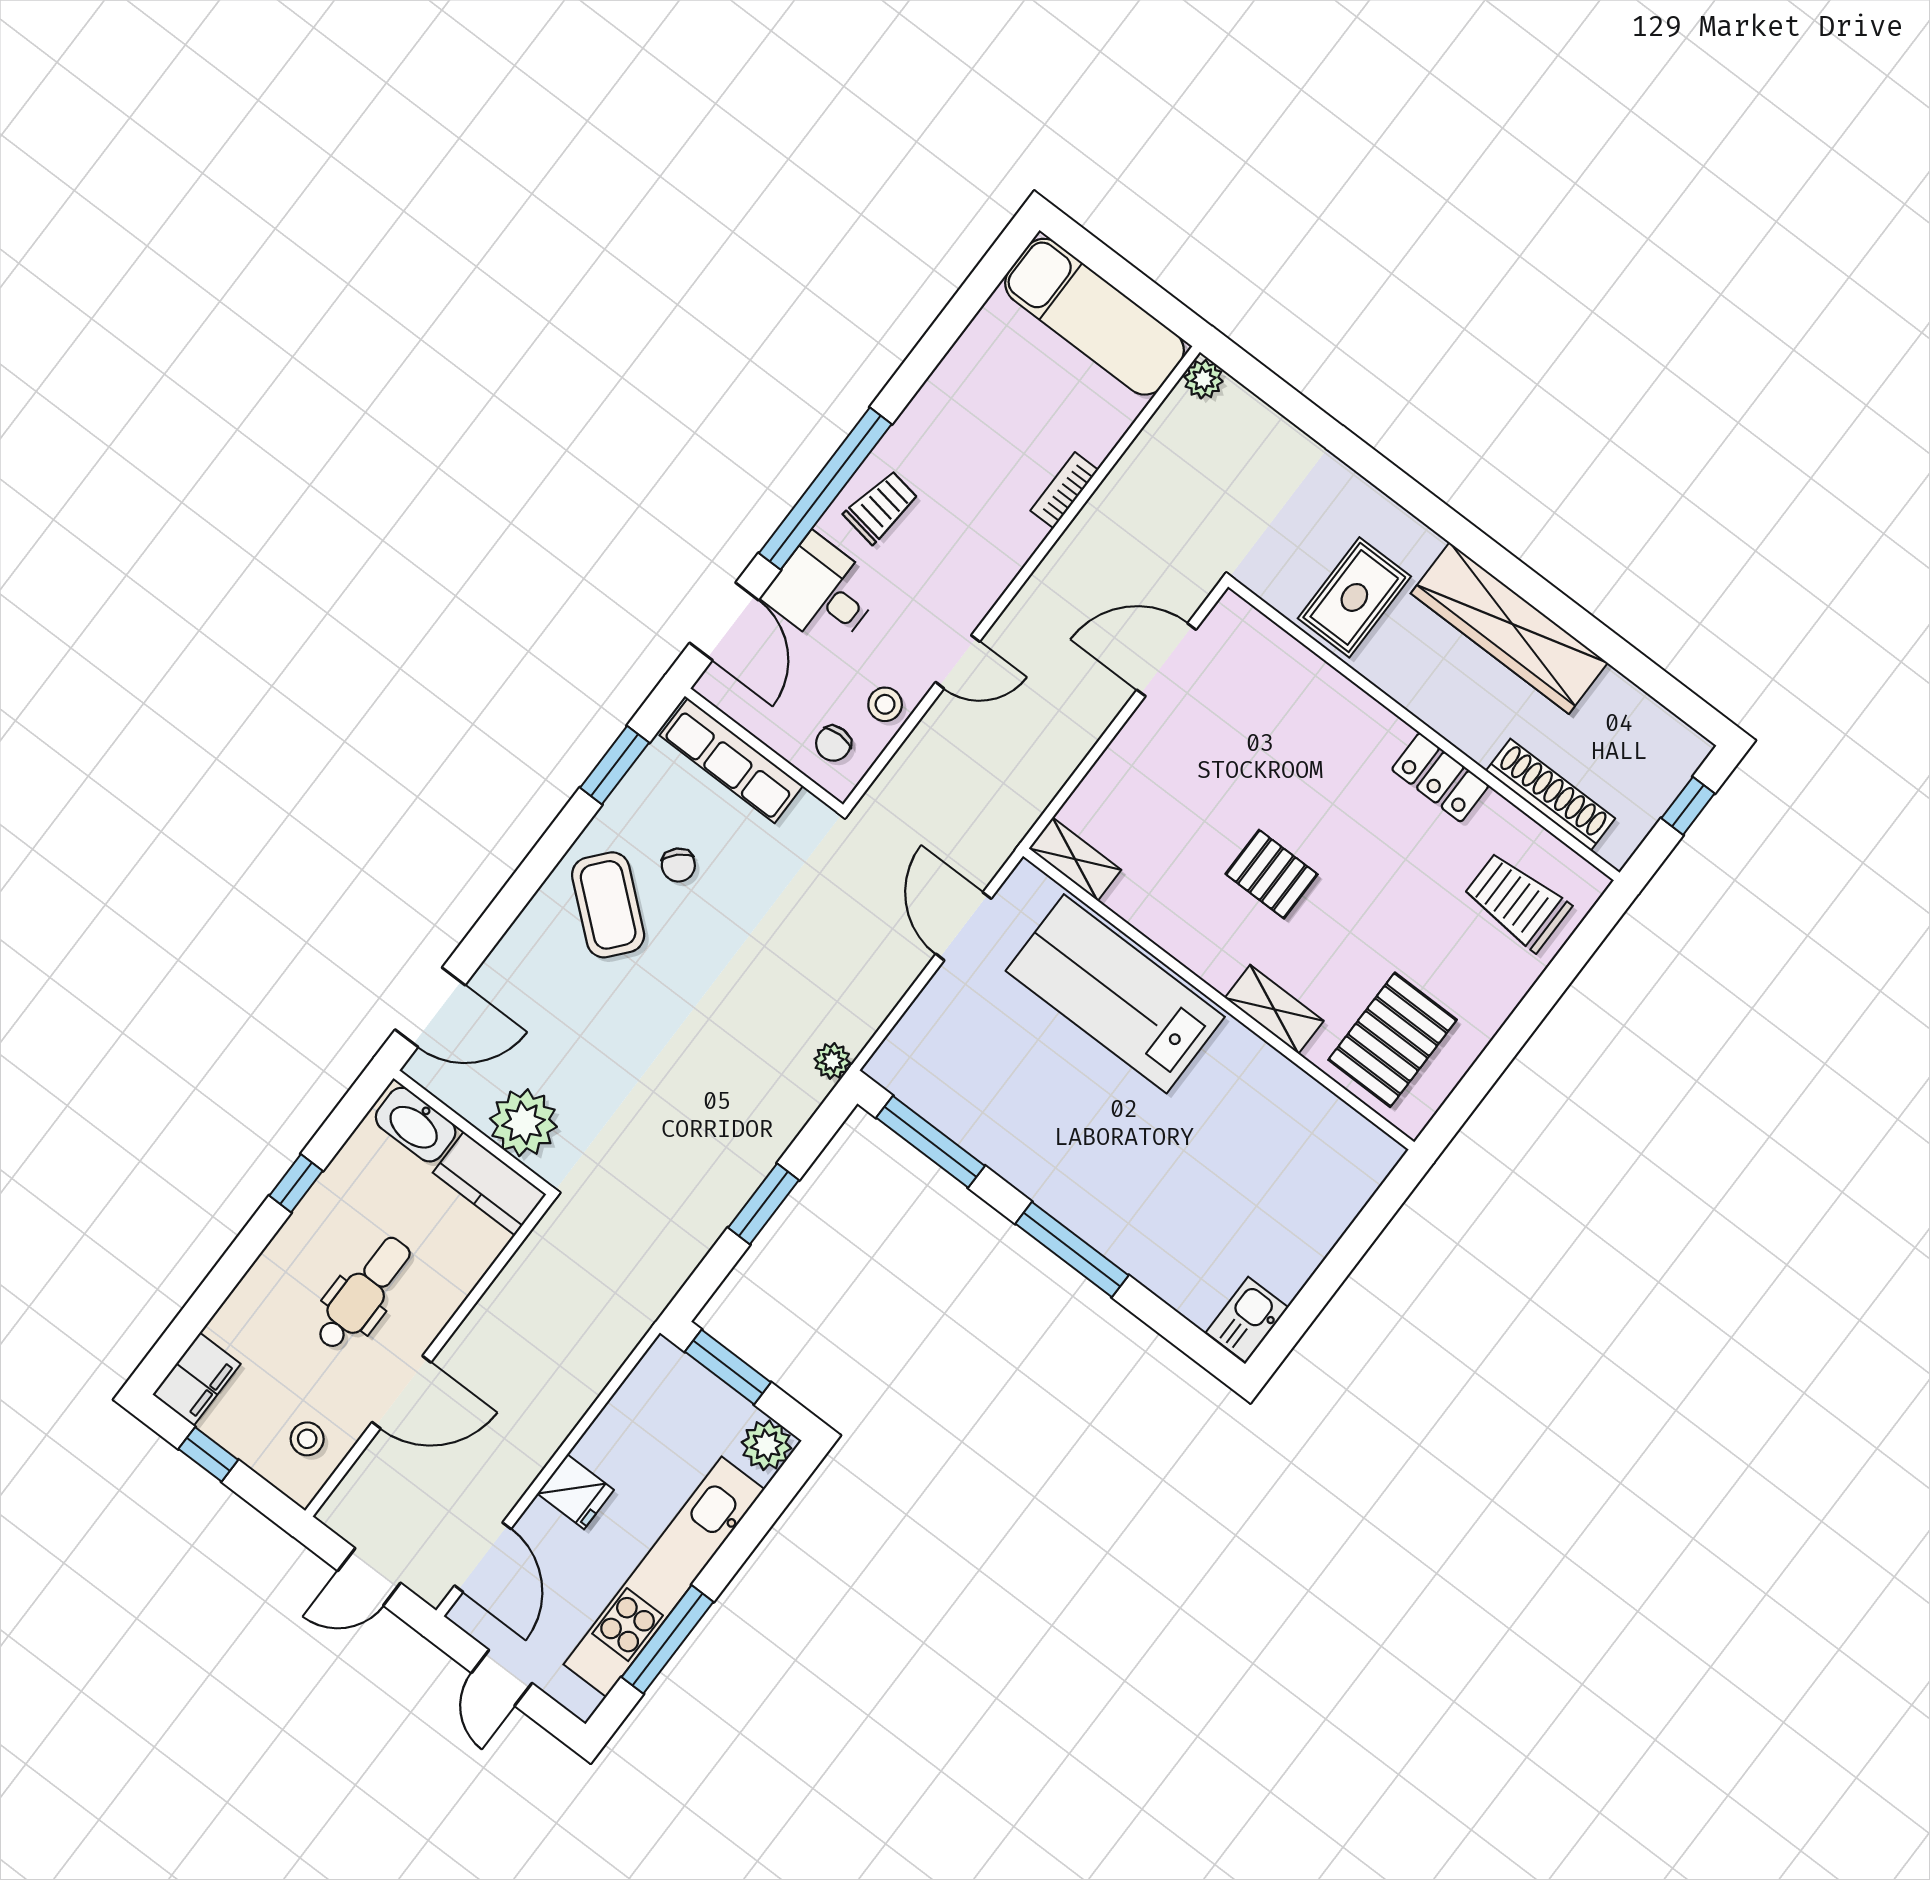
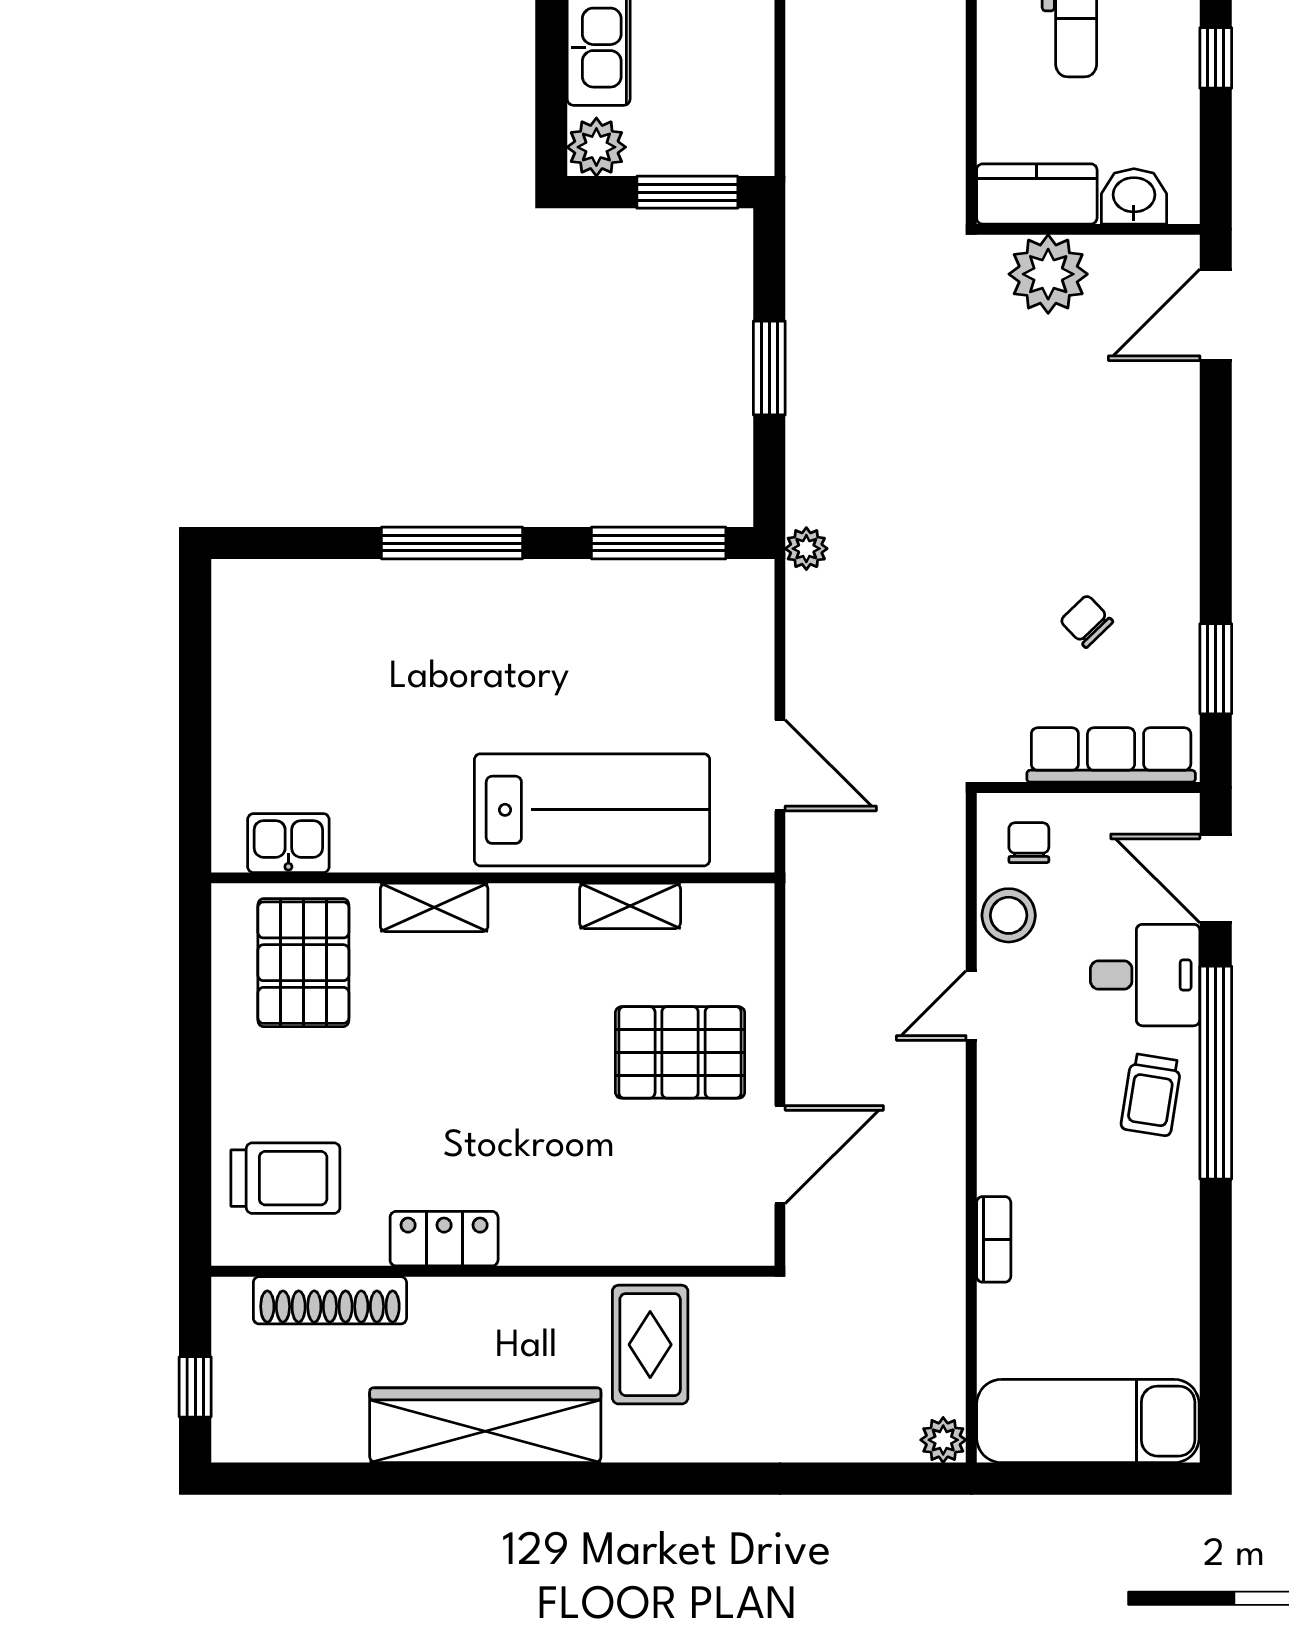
stool: (885, 704) -> (1009, 915), width x1.37, depth x1.37
shelving: (1075, 859) -> (630, 906), moved
pallet: (1272, 874) -> (680, 1052), moved, width x1.50, depth x1.42
coffee table: (608, 905) -> (1123, 535), removed
washbasin: (416, 1125) -> (1134, 196), width x0.72
kitchen sink: (1247, 1320) -> (288, 843), moved, turned -90

